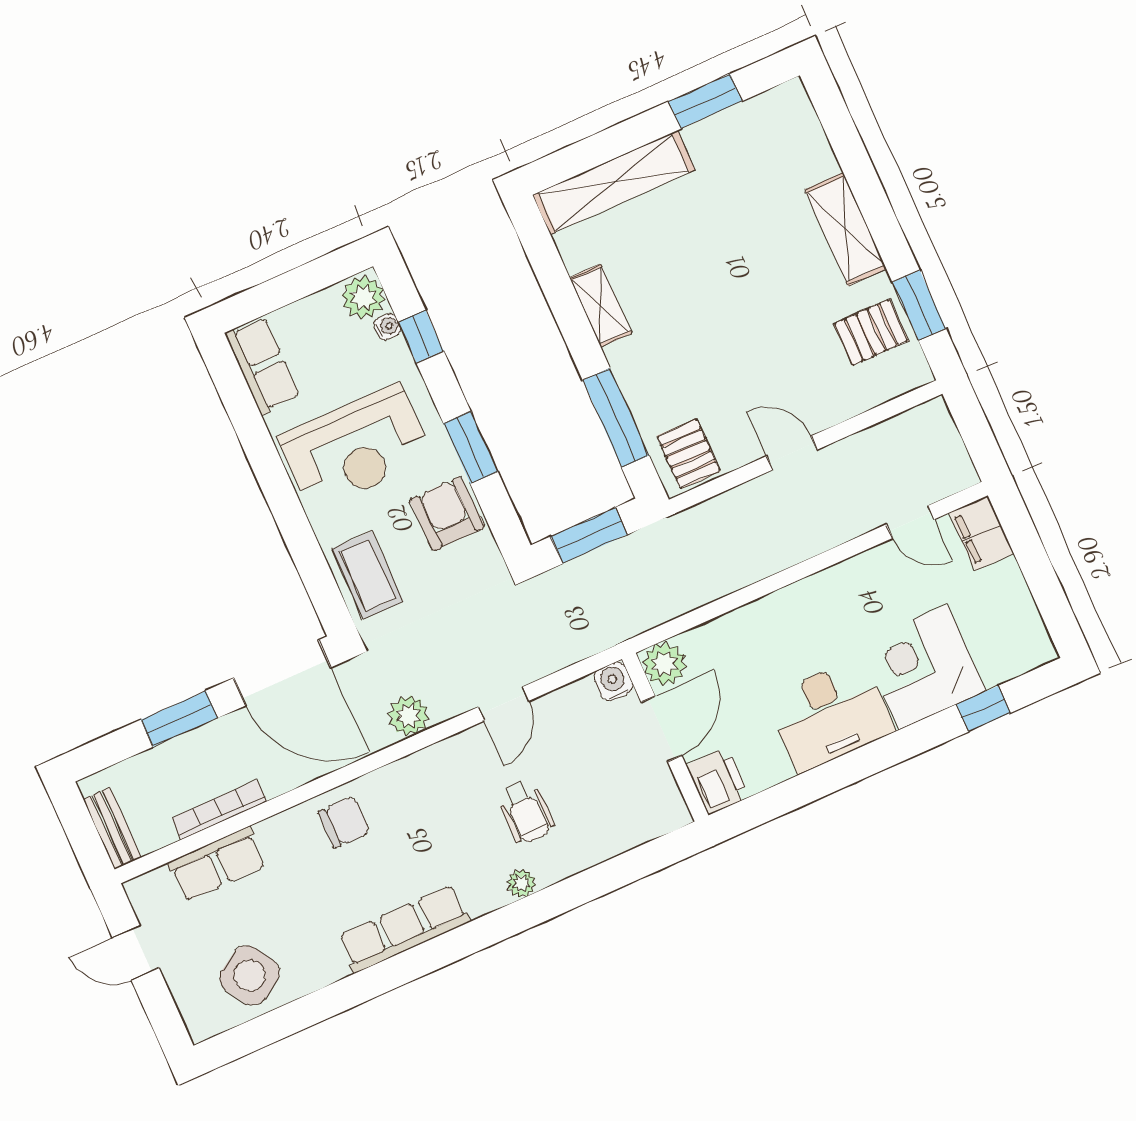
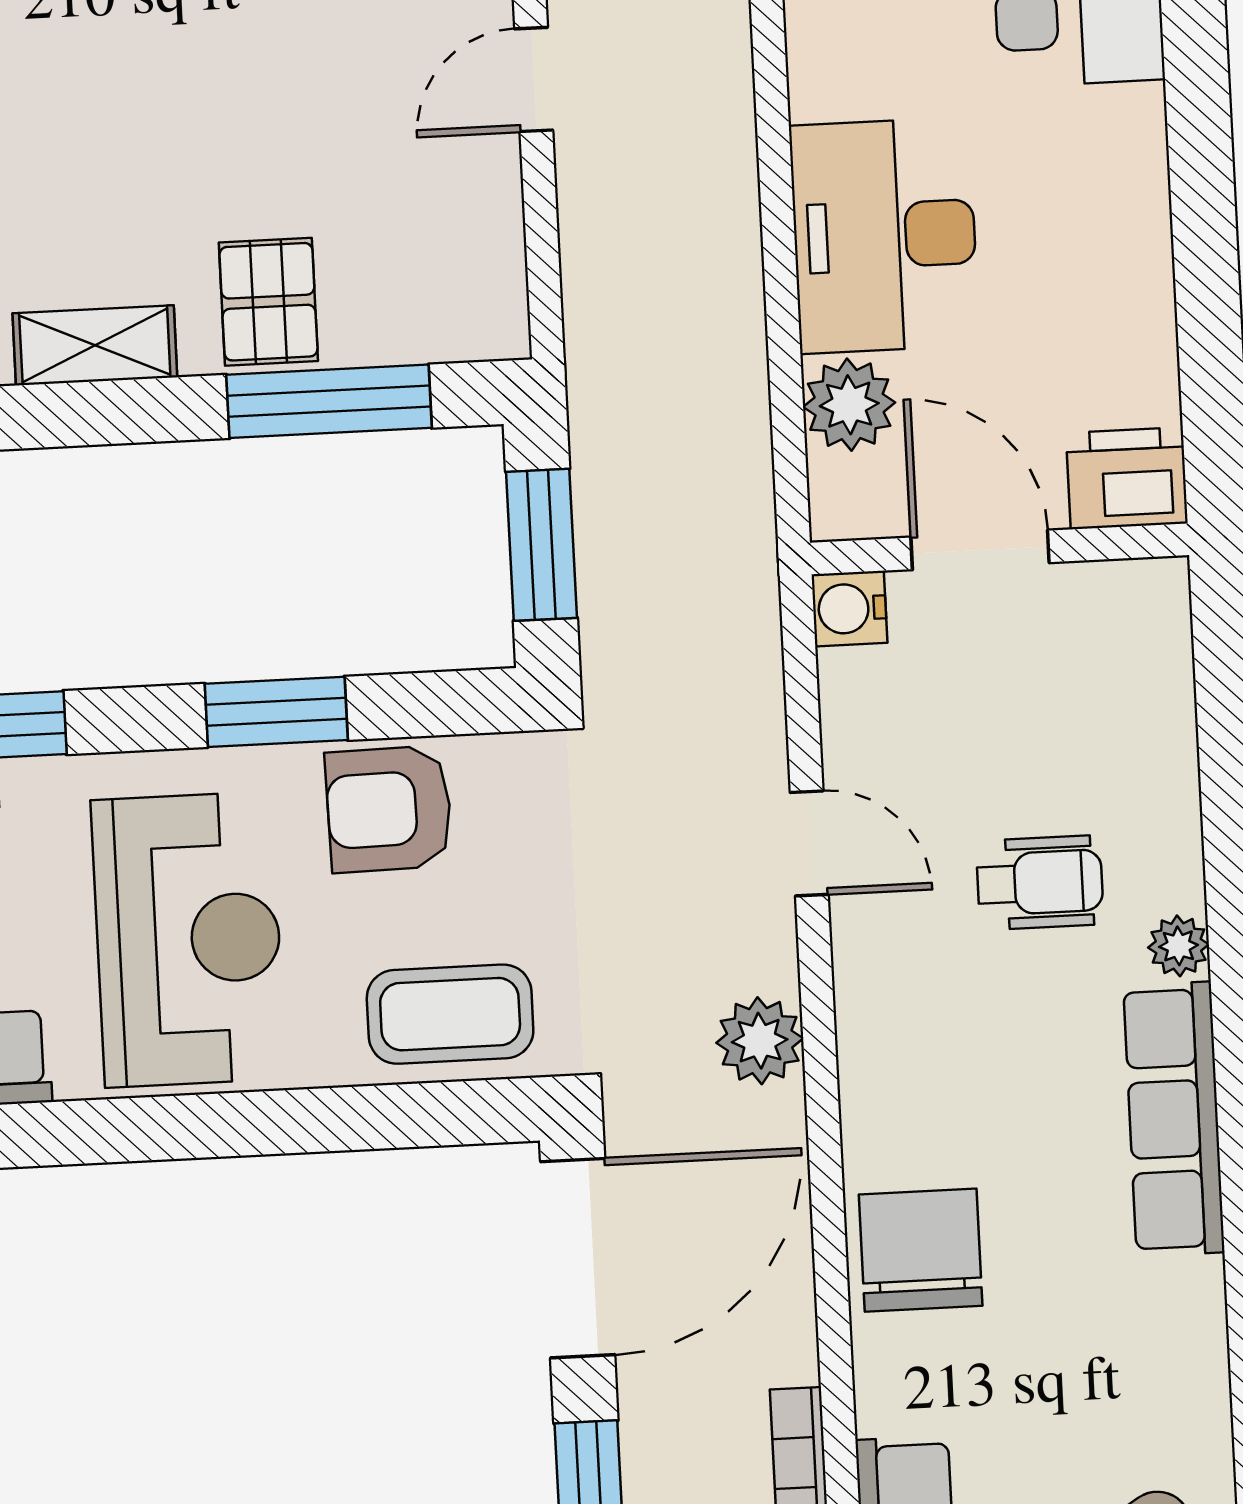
pallet: (688, 454) -> (268, 302), moved, turned 90
plant: (664, 664) -> (849, 405), moved
desk: (830, 715) -> (884, 235), moved, turned 180
chair: (344, 822) -> (921, 1250), width x1.37, depth x1.37
row of seats: (404, 929) -> (1174, 1119), moved

